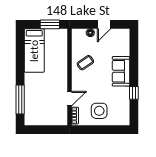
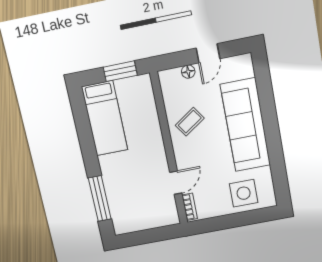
sofa: (121, 71) -> (246, 125), width x1.85, depth x1.27
window: (134, 93) -> (276, 154), removed
side table: (99, 111) -> (244, 193), moved

